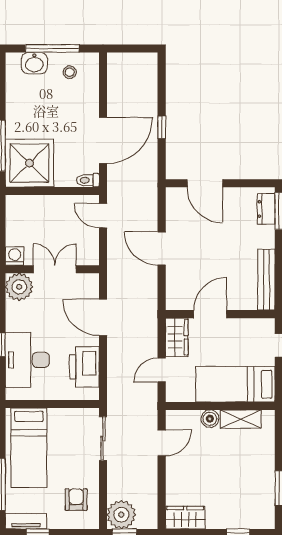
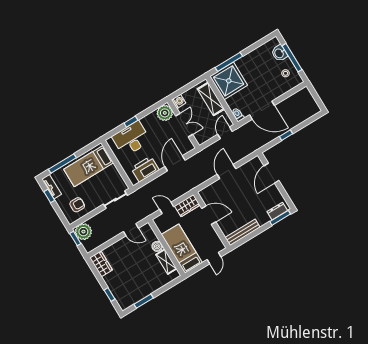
shelving: (40, 206) -> (211, 99), added

